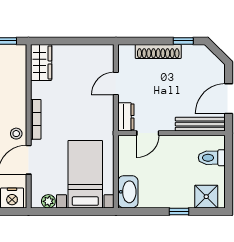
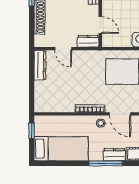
dresser: (94, 52) -> (40, 65), added
wardrobe: (41, 62) -> (48, 105), removed

